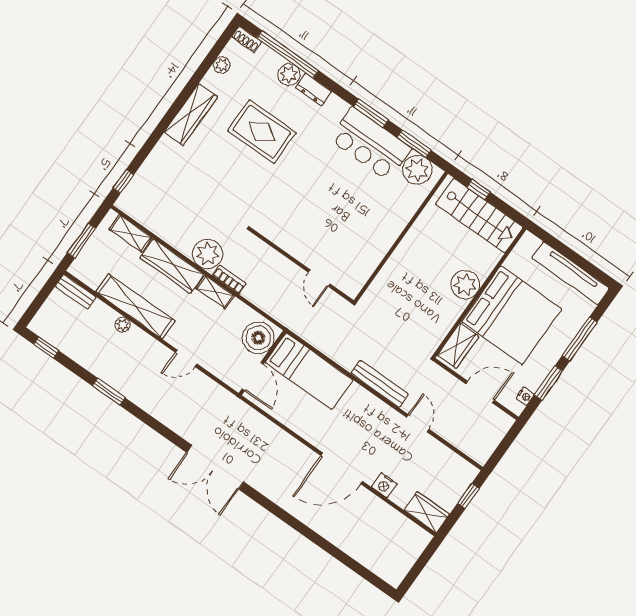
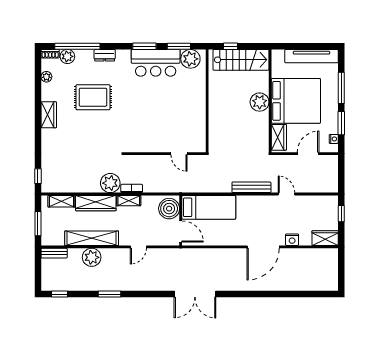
plant: (289, 75) -> (67, 56), moved
wardrobe: (191, 114) -> (49, 115), width x0.67
plant: (123, 325) -> (92, 257), width x1.88, depth x1.88

